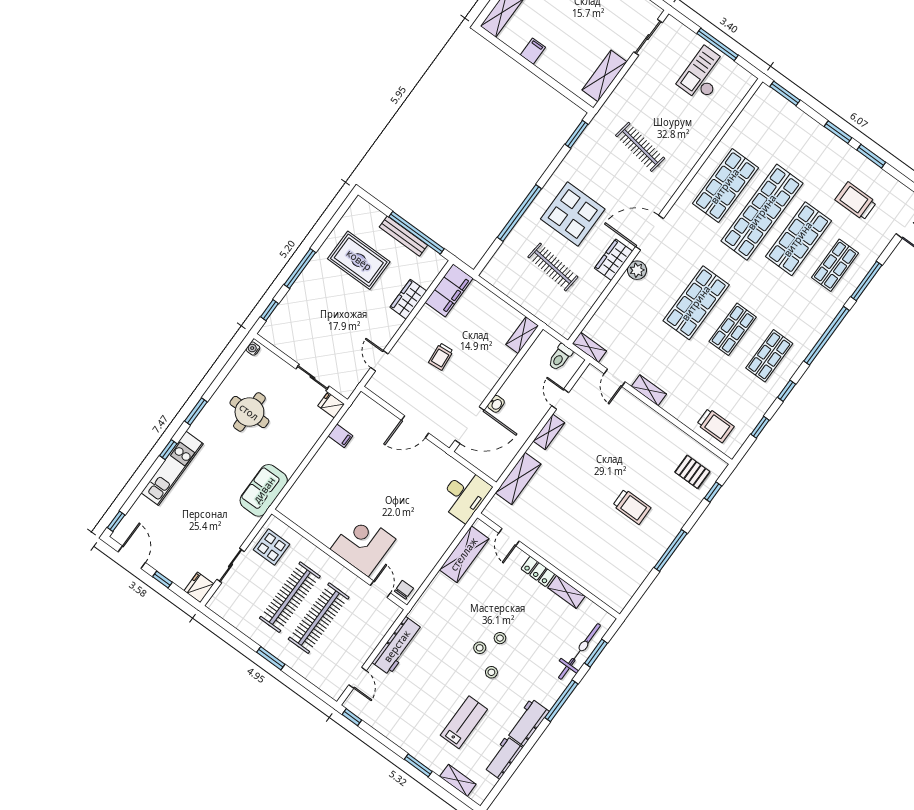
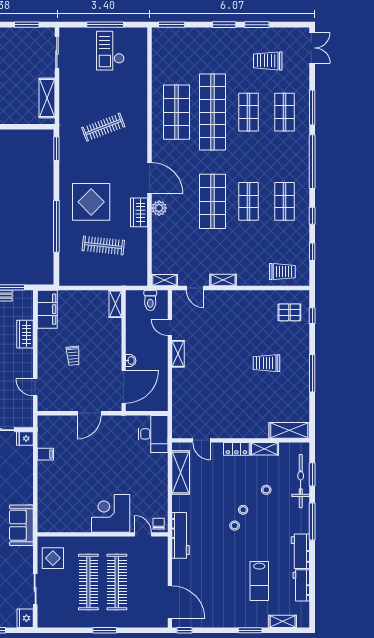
clothes rail: (640, 147) -> (103, 127), turned -30
door: (650, 233) -> (150, 178), swing flipped
shop shelf: (798, 239) -> (248, 112), width x0.70, depth x0.74
shelving: (518, 478) -> (289, 430), moved, turned 90
trolley: (632, 507) -> (266, 363), turned 180
workbench: (397, 646) -> (181, 535), moved
stool: (491, 672) -> (266, 490), moved
door: (358, 678) -> (170, 602), width x1.87
lab bench: (464, 722) -> (259, 581), turned 180

